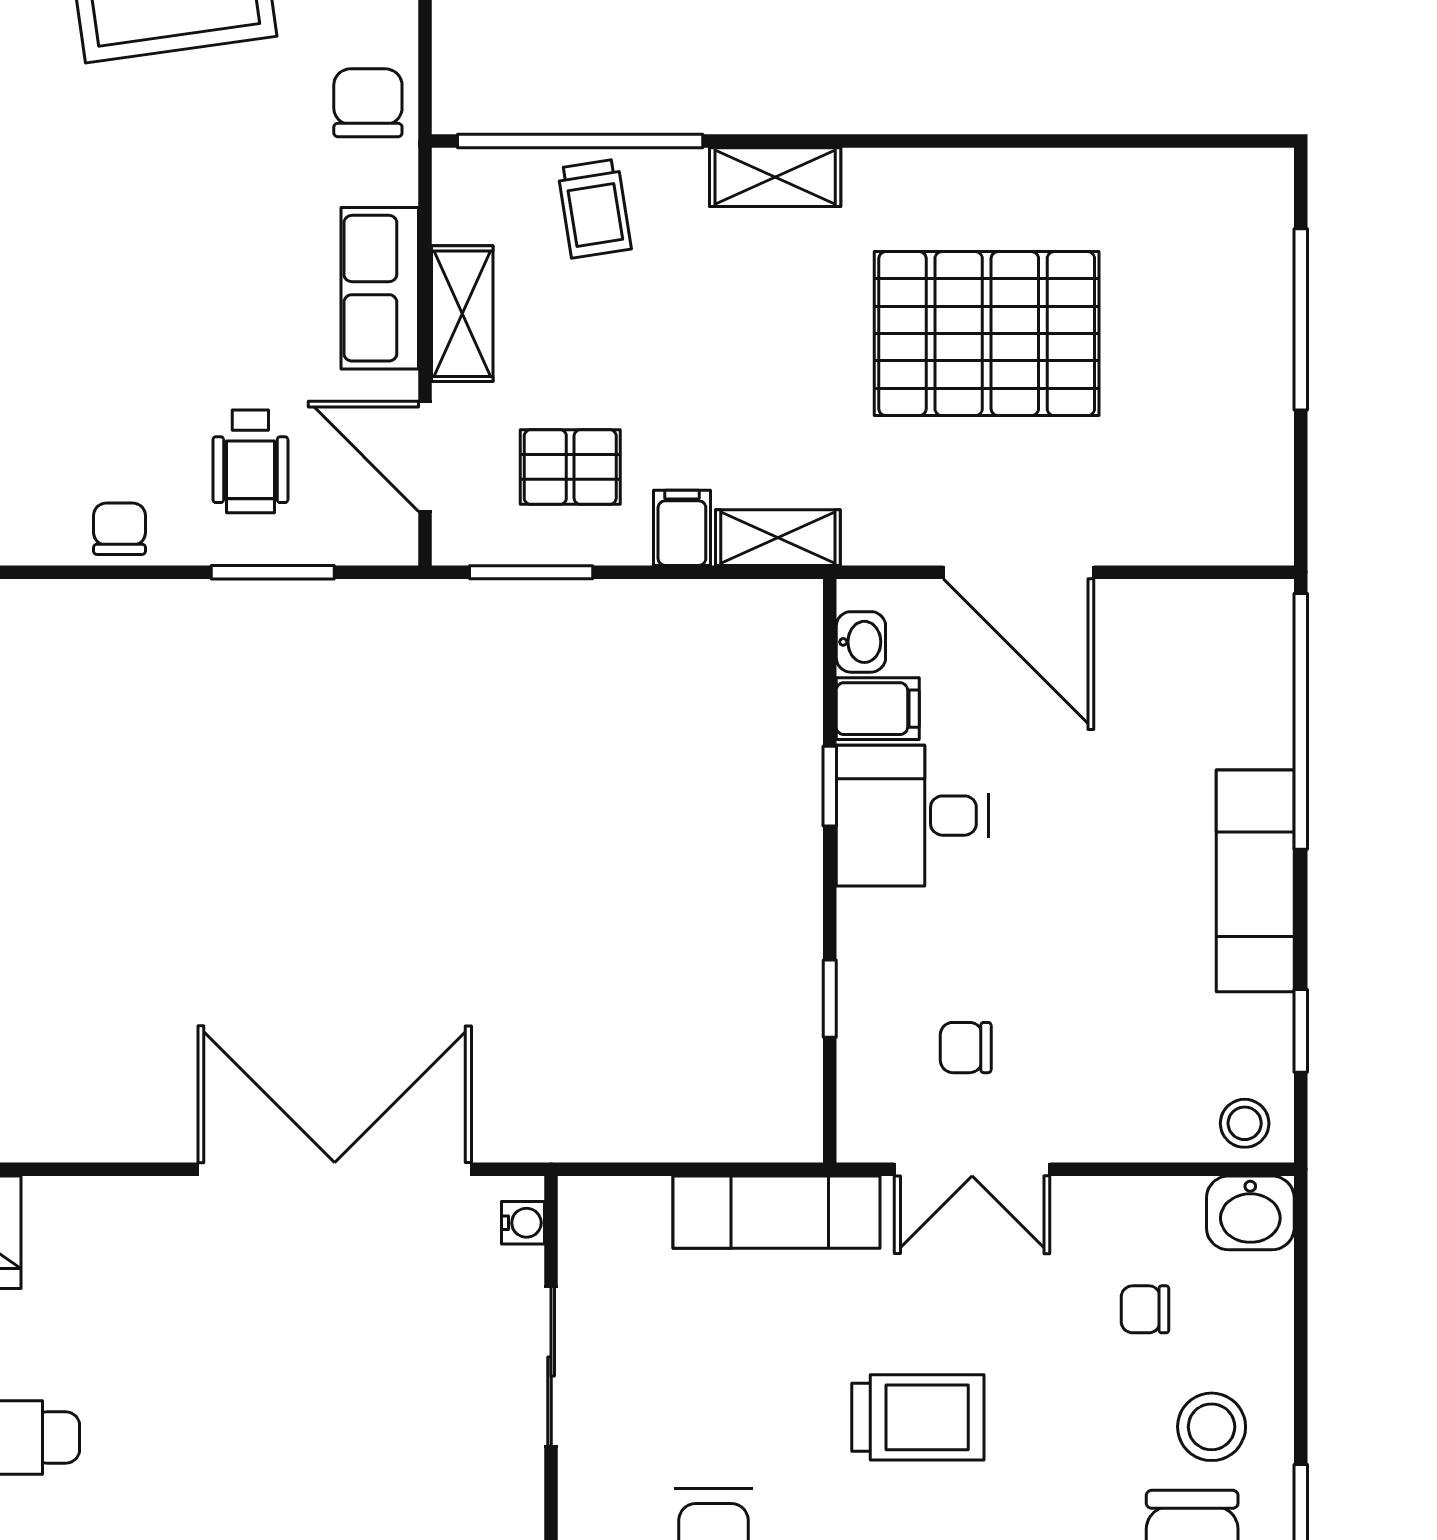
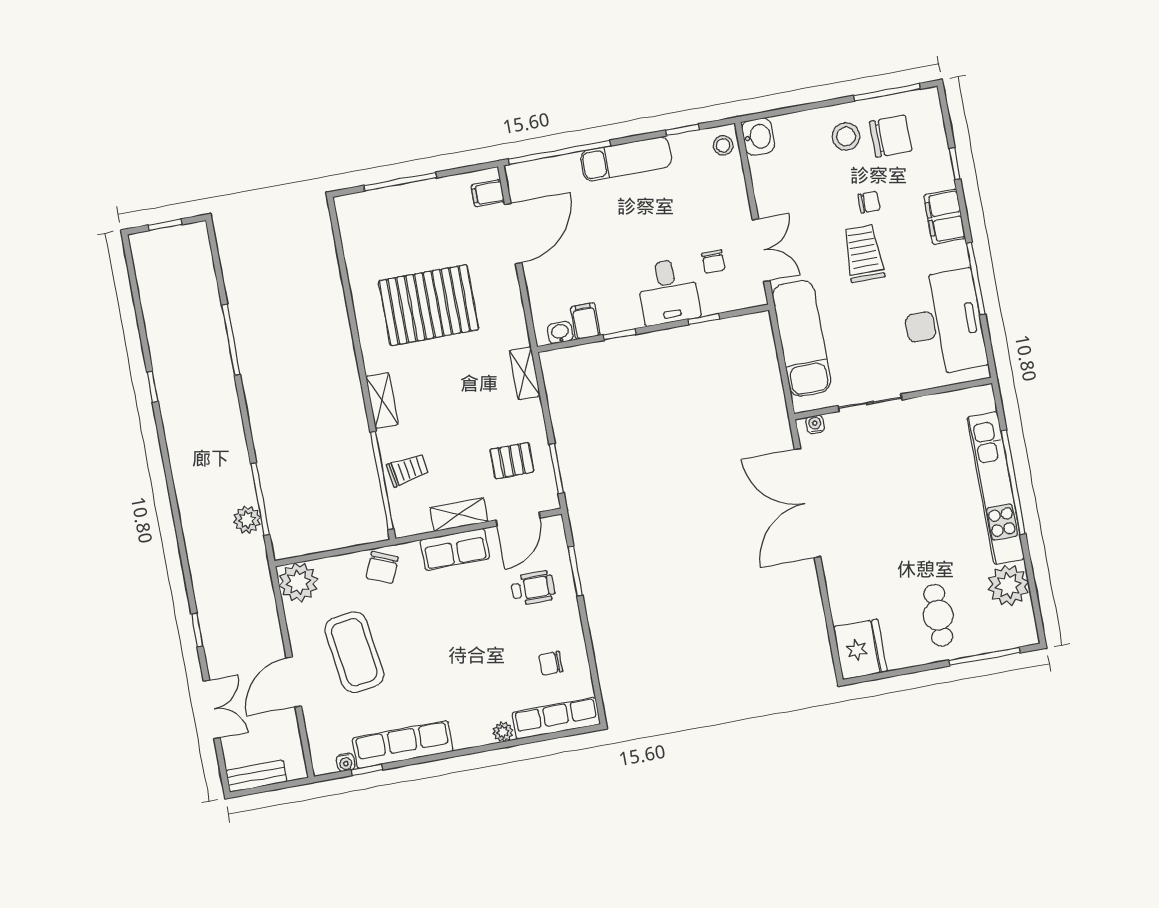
chair: (368, 103) -> (382, 567), turned -67
pallet: (987, 334) -> (429, 305), turned 90
pallet: (570, 467) -> (512, 461), turned 90
filing cabinet: (682, 528) -> (488, 193), moved
chair: (120, 529) -> (551, 663), moved
door: (1019, 572) -> (513, 234), moved
desk: (912, 816) -> (668, 292), moved
exam couch: (776, 1212) -> (802, 338), width x1.36, depth x1.45
chair: (1145, 1309) -> (869, 202), moved, turned -90

